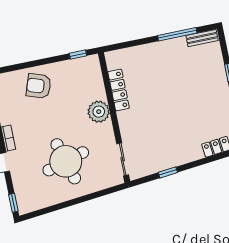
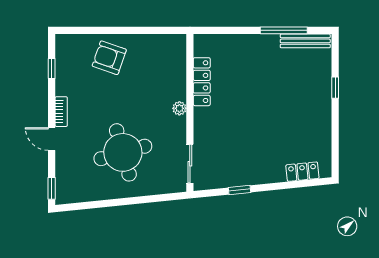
bench: (202, 38) -> (305, 41), width x1.36
window: (78, 55) -> (163, 30), removed
plant: (99, 112) -> (179, 108), width x0.53, depth x0.53

